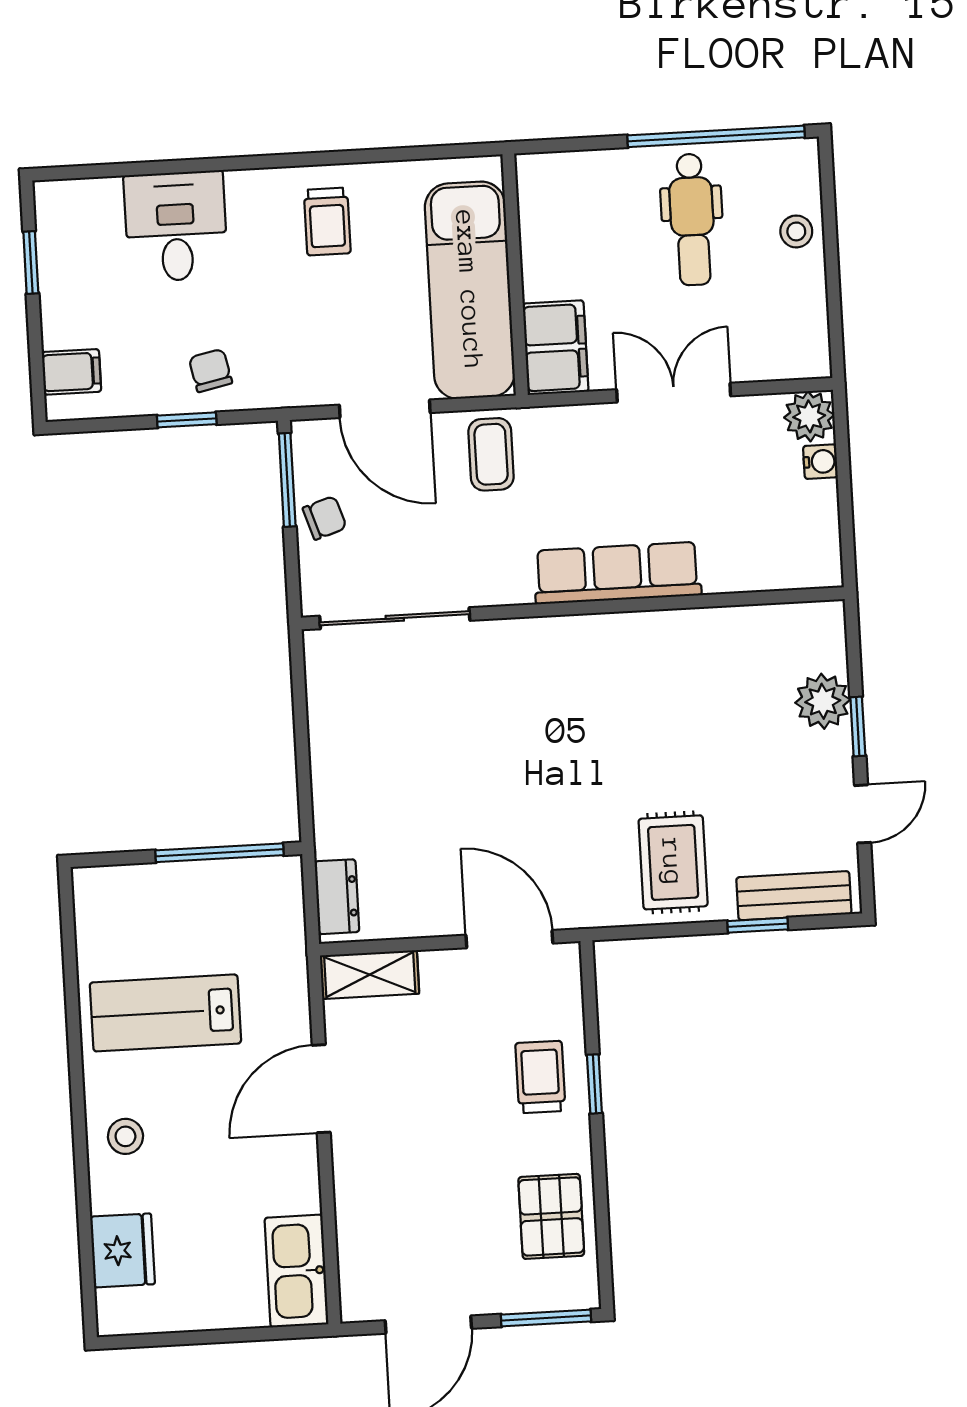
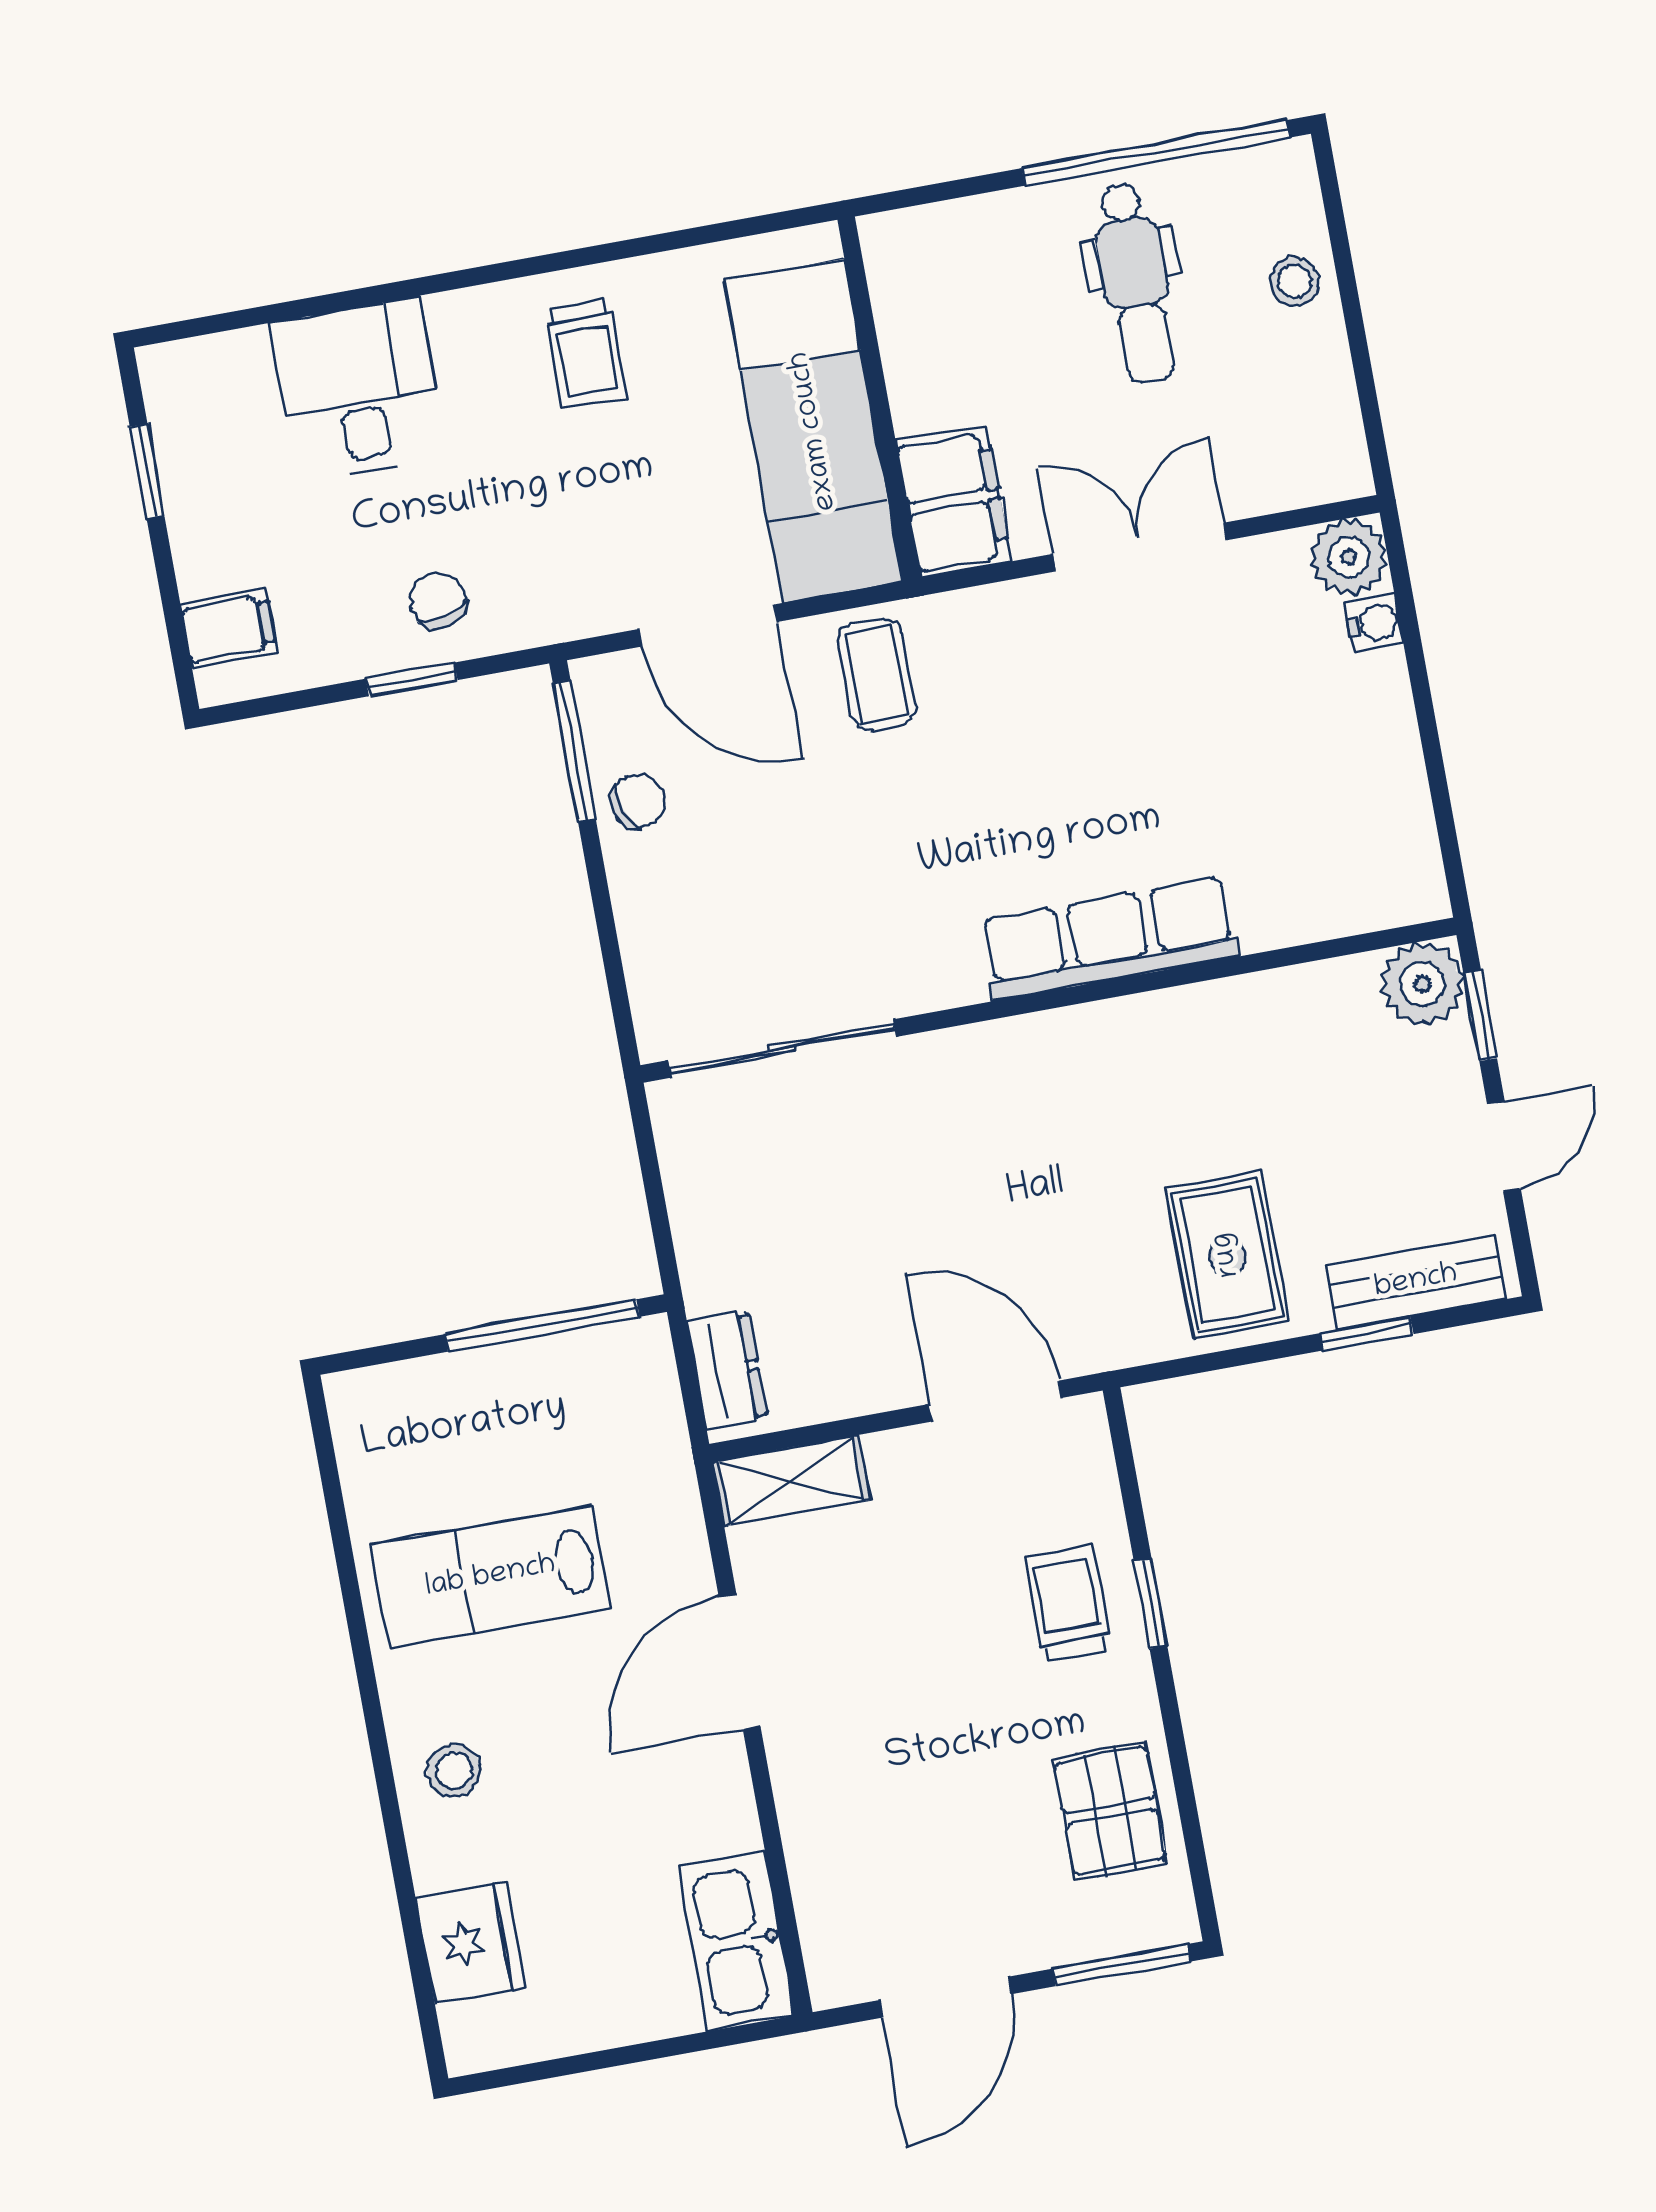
row of seats: (617, 573) -> (1109, 939), moved
wall: (573, 608) -> (1048, 1000), moved
sliding door: (395, 618) -> (782, 1049), moved

